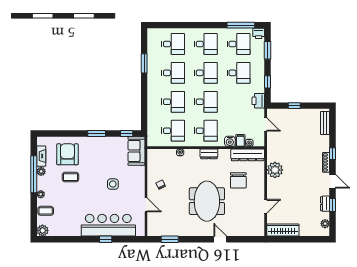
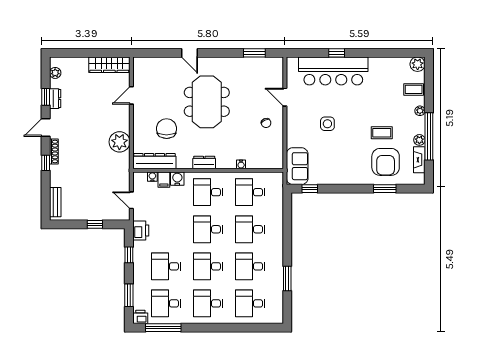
window: (97, 133) -> (385, 189), moved
door: (333, 181) -> (46, 127), hinge flipped

